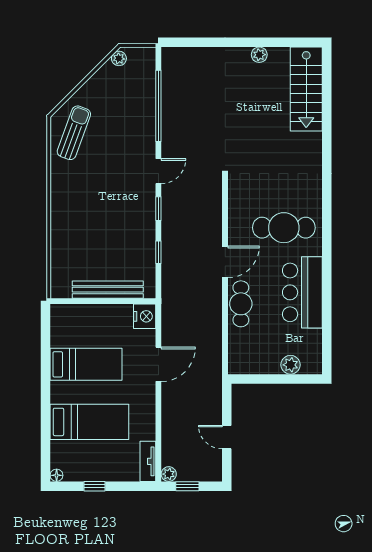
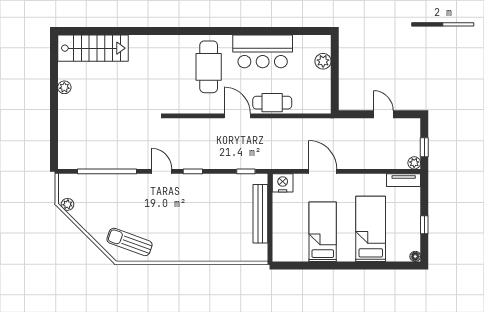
window: (158, 252) -> (246, 171), moved
door: (227, 437) -> (383, 114), swing flipped

